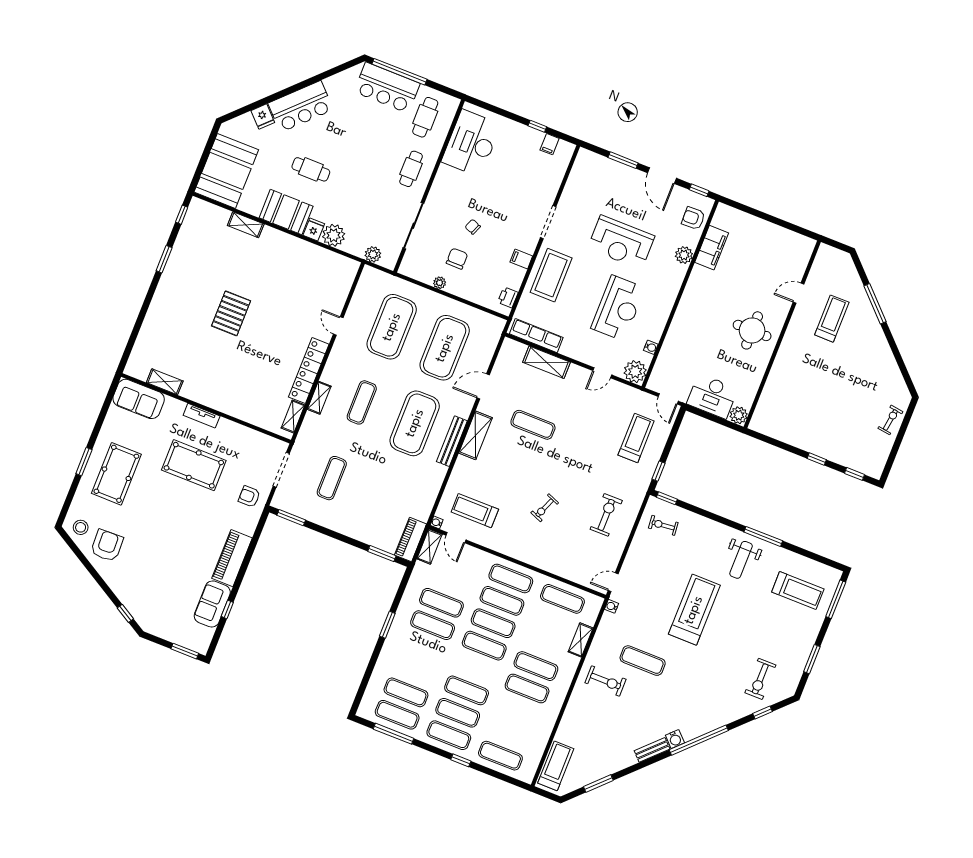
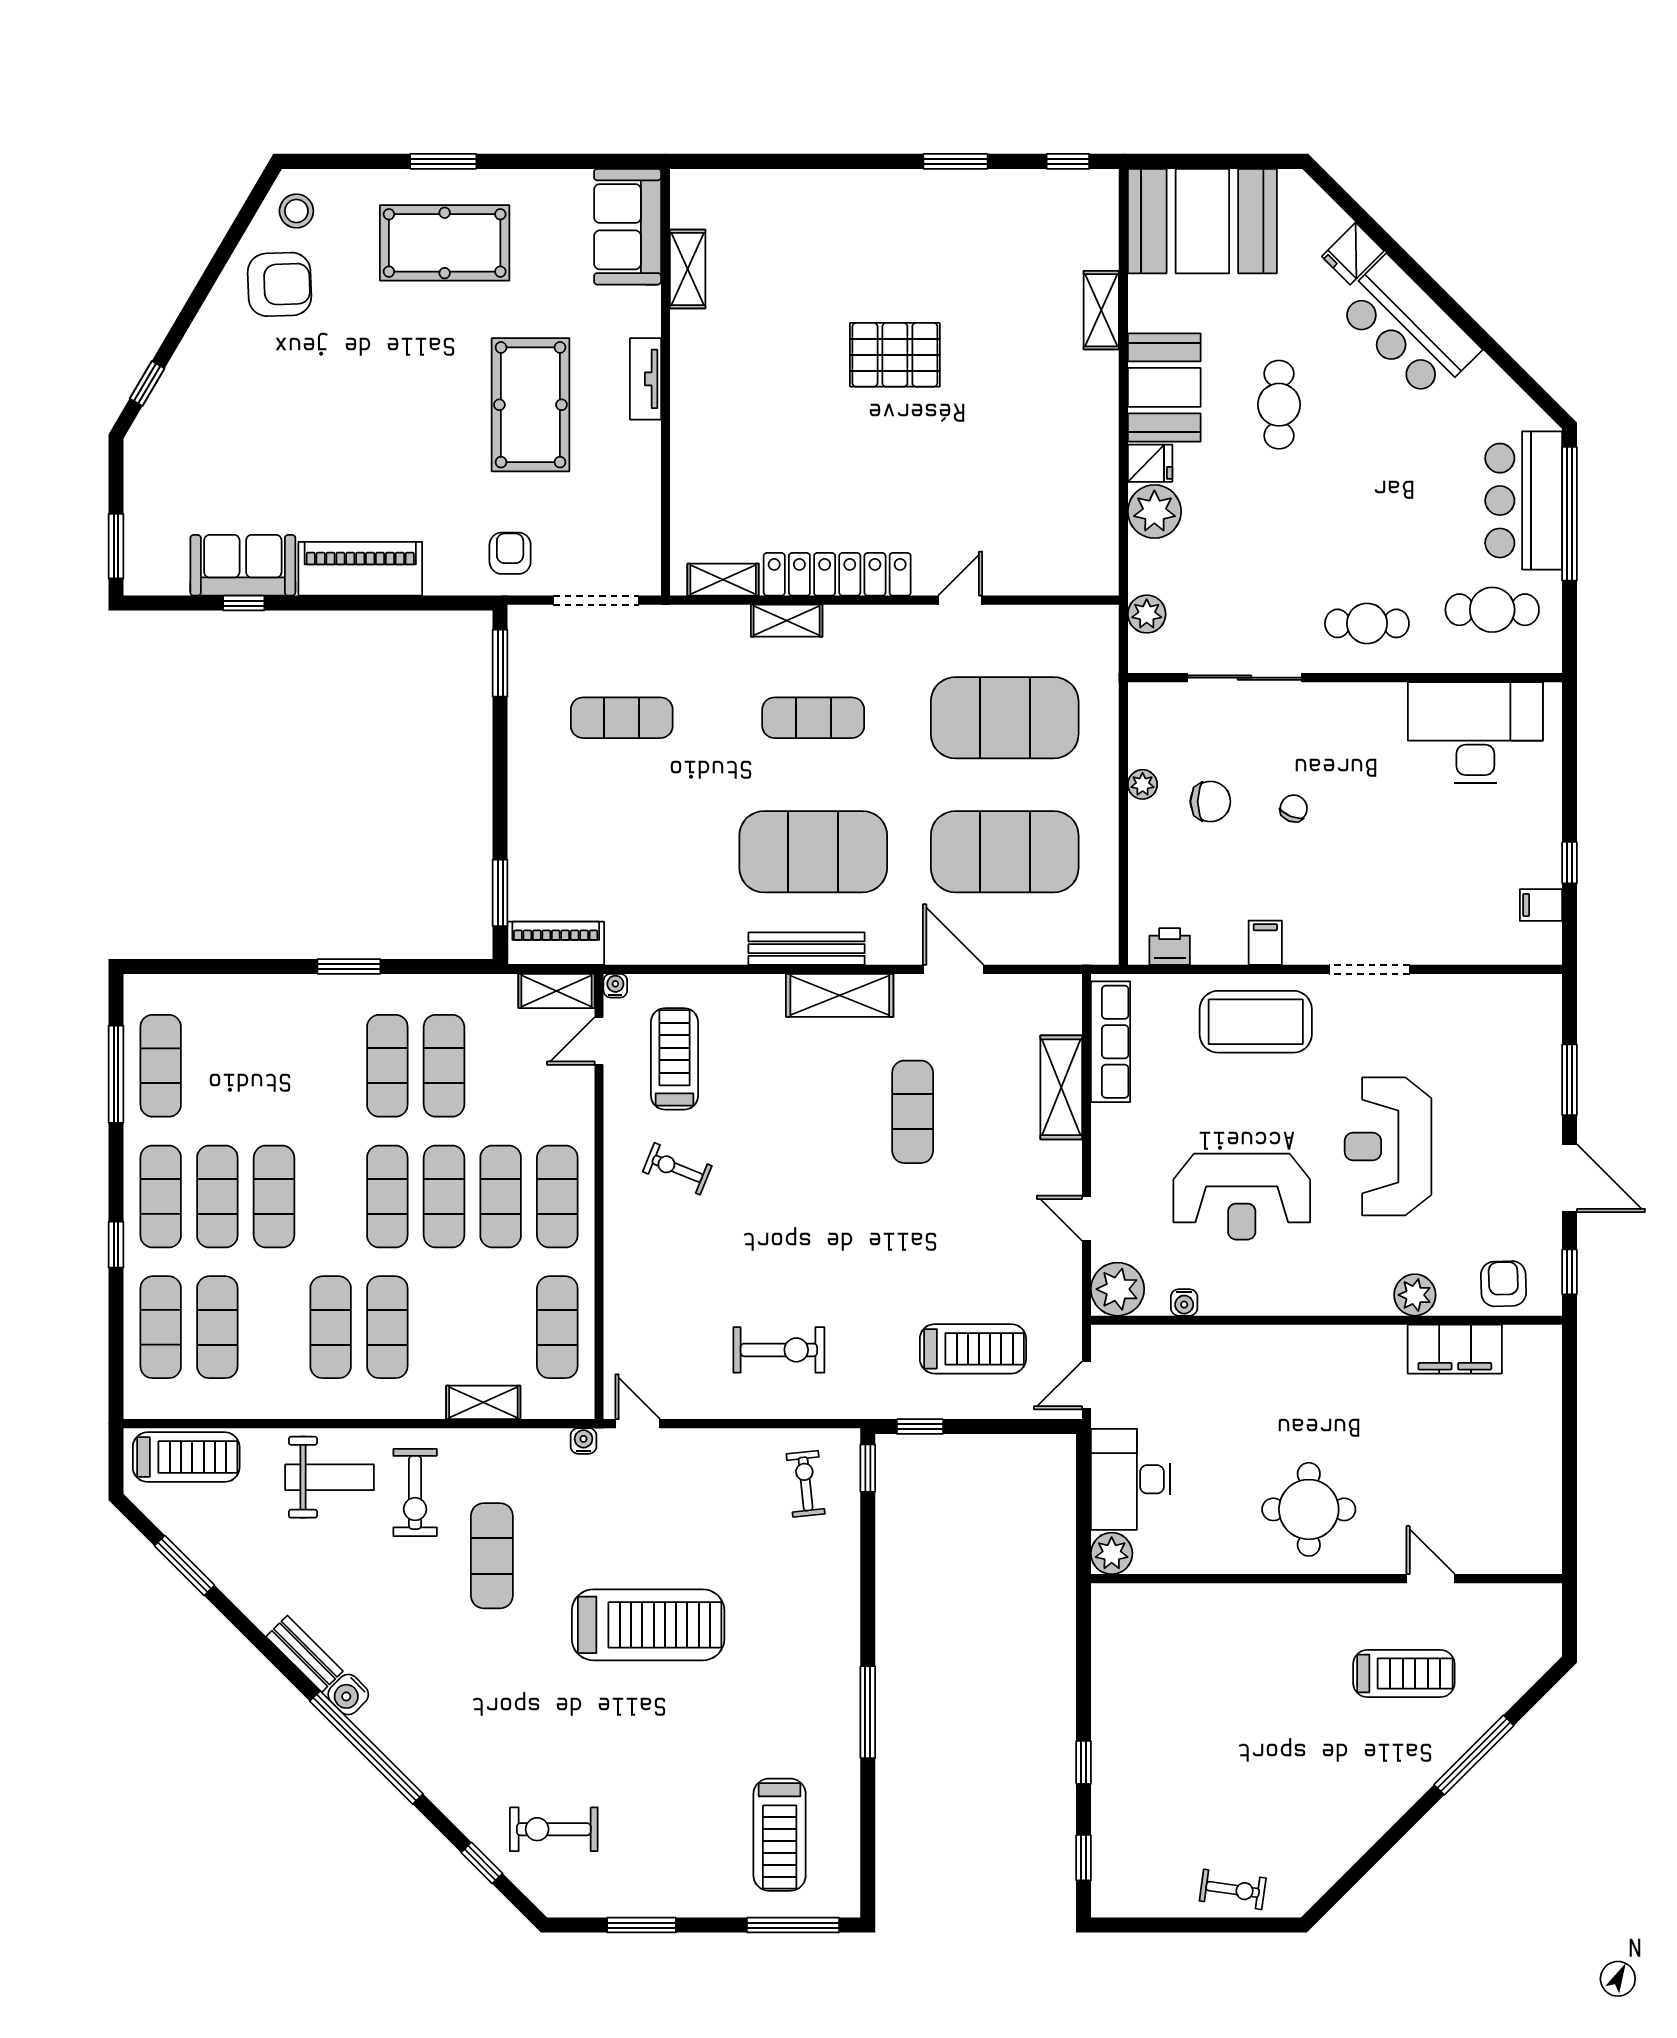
door: (662, 176) -> (1569, 1178), swing flipped
exercise bike: (545, 508) -> (677, 1169), moved
weight bench: (741, 560) -> (330, 1477), moved, turned 180
exercise mat: (406, 692) -> (217, 1327), moved

